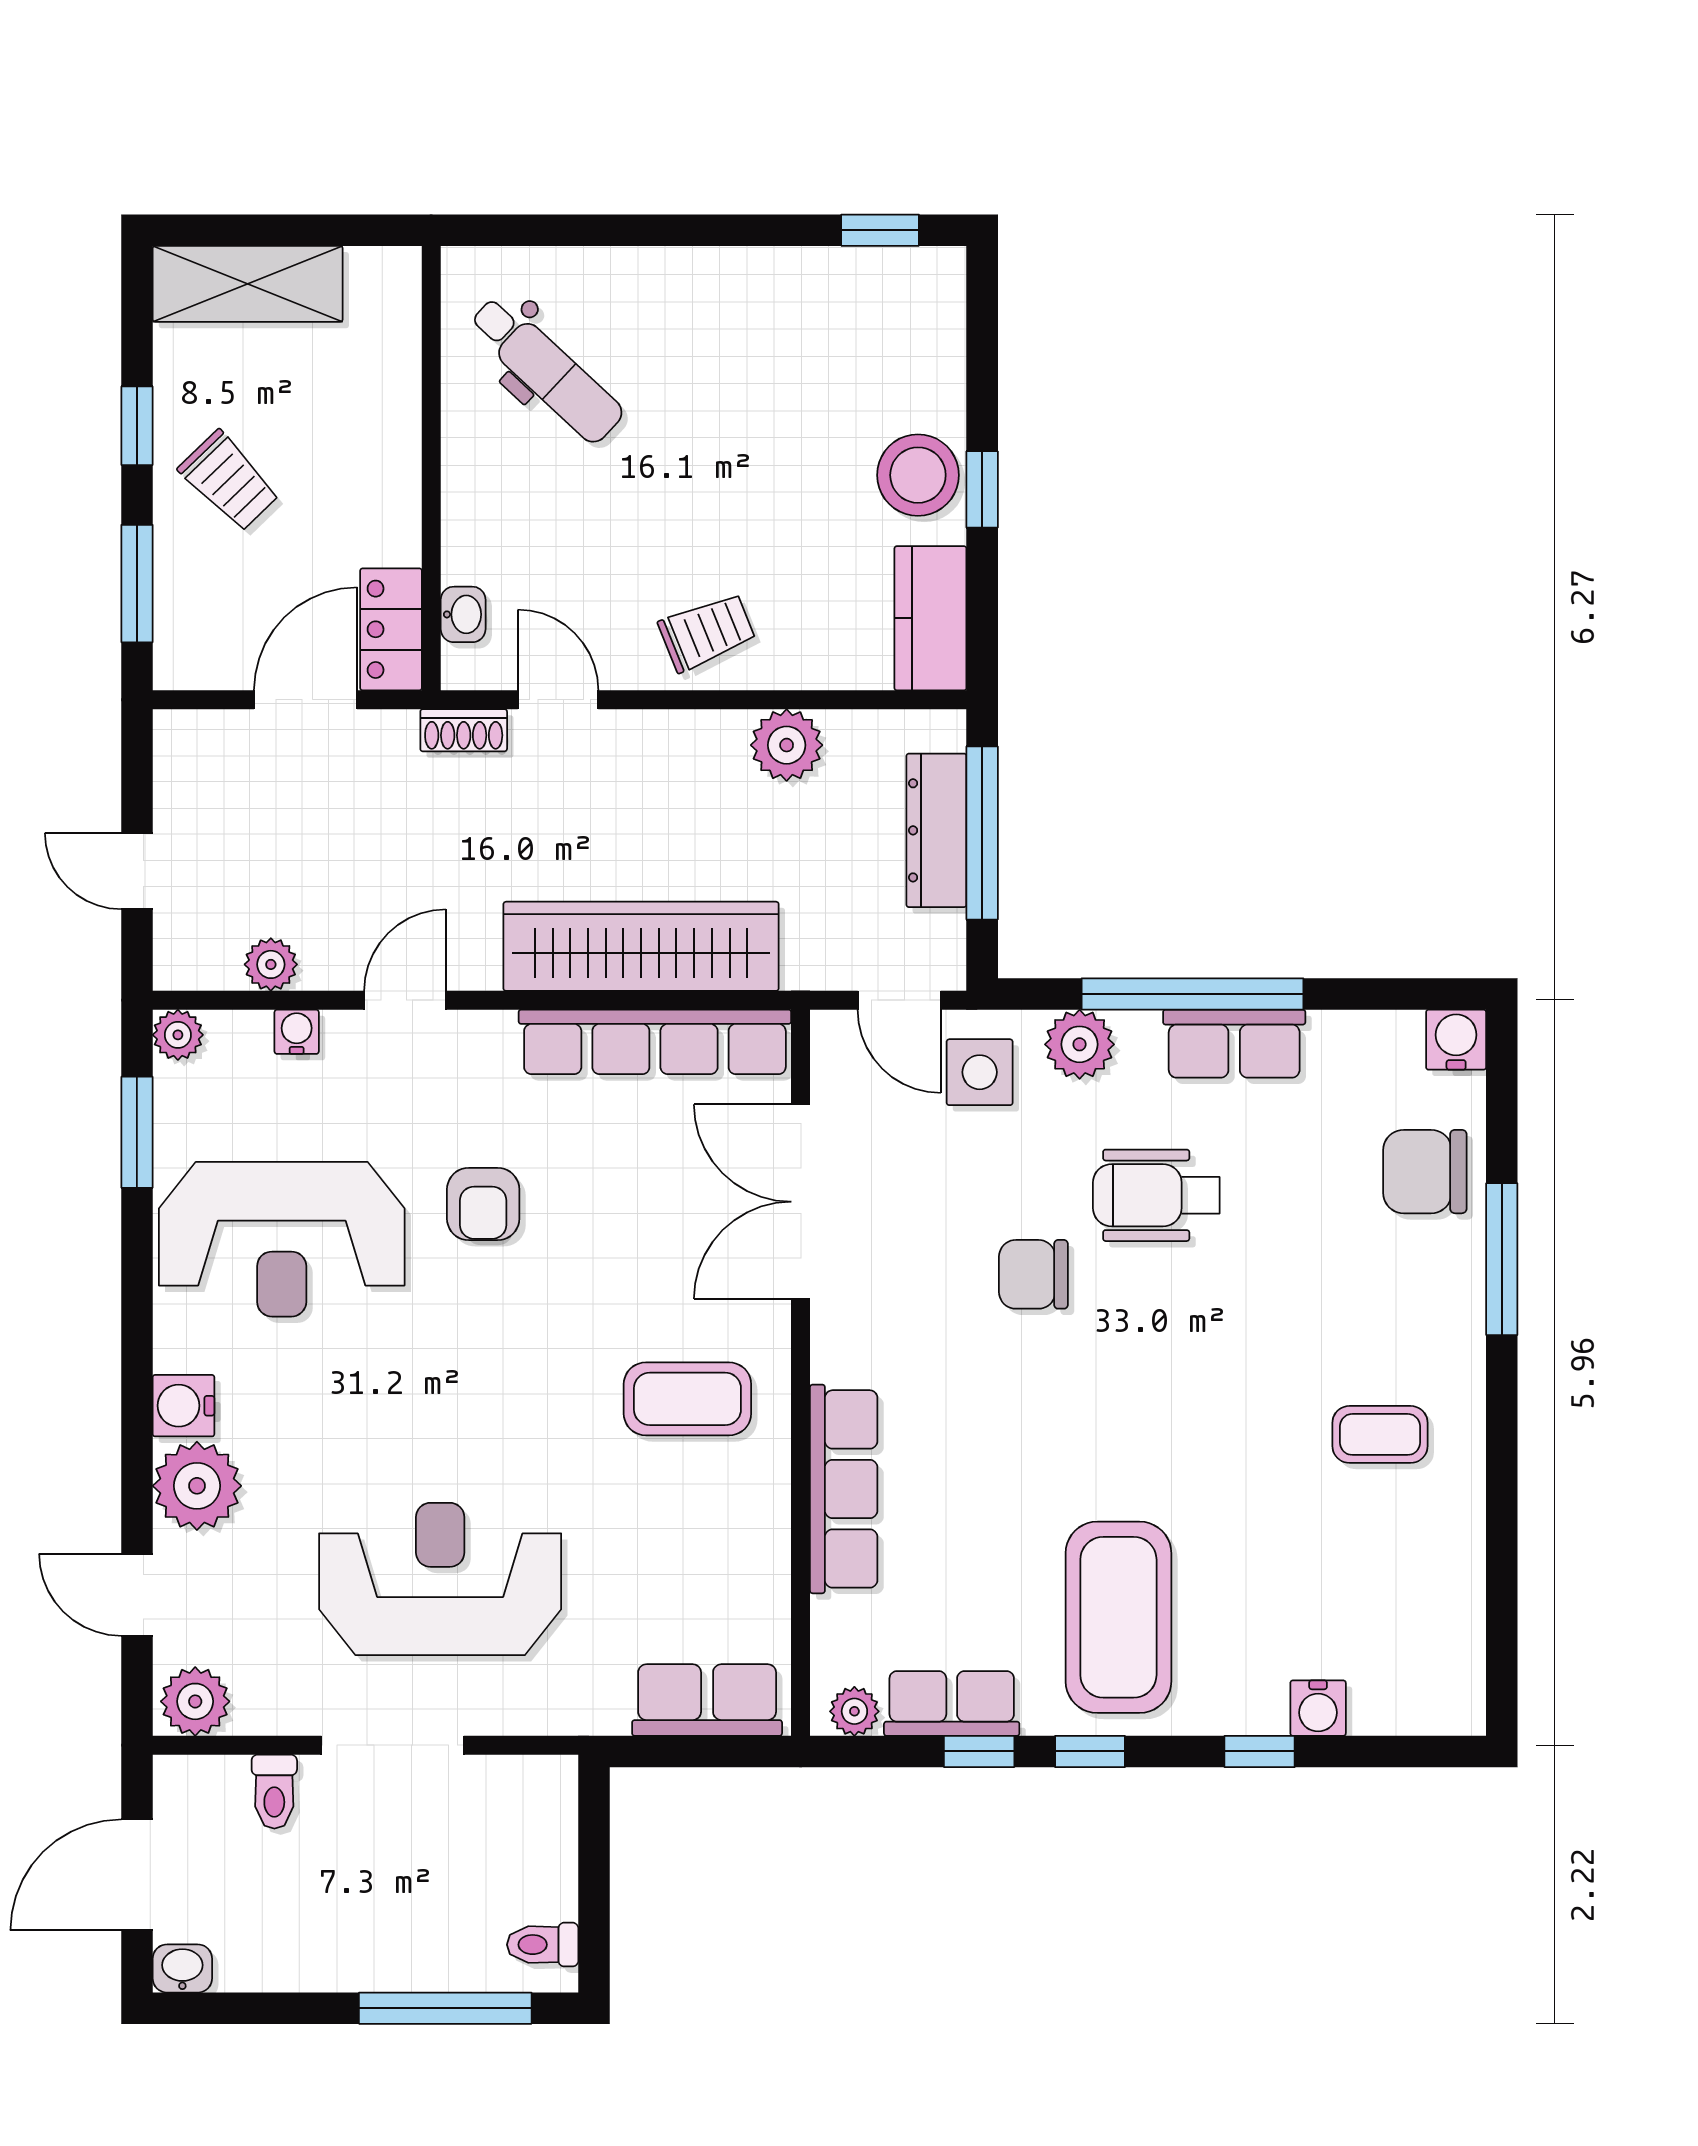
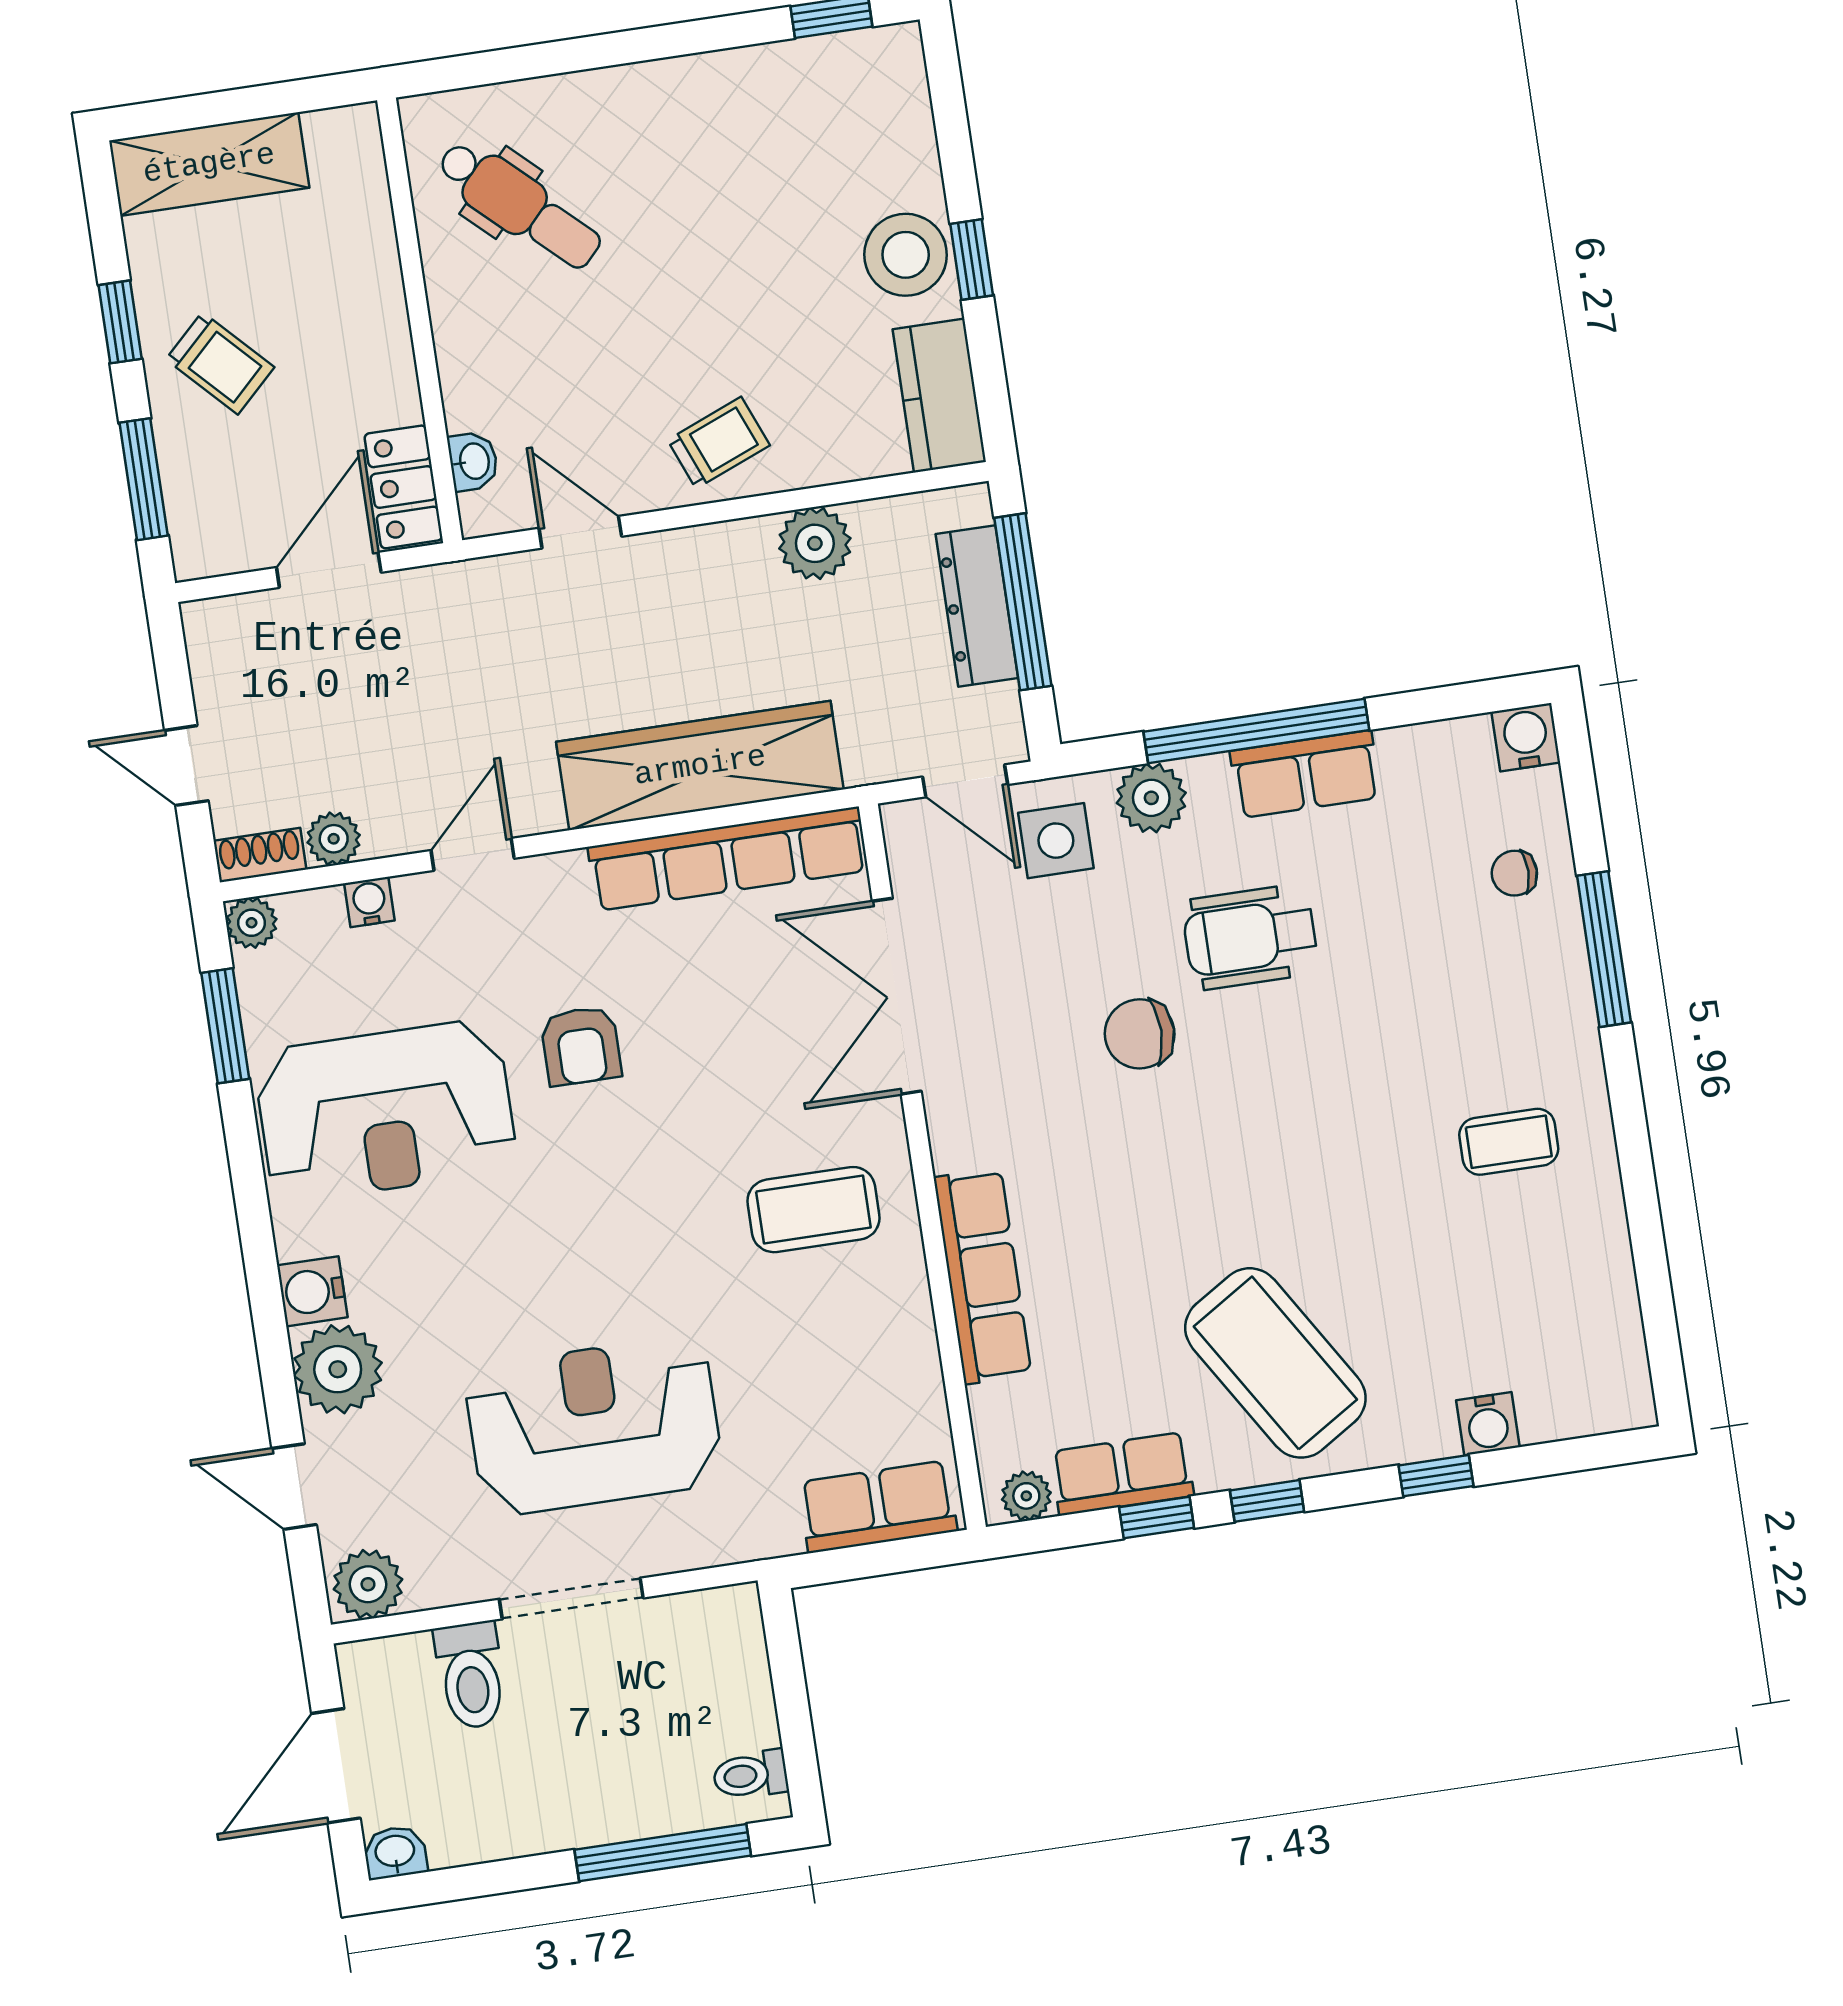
shoe rack: (464, 730) -> (260, 855), moved, turned 180
chair: (1425, 1172) -> (1514, 873), width x0.54, depth x0.54
coffee table: (1118, 1617) -> (1275, 1363), turned -32
toilet: (274, 1792) -> (471, 1675), width x1.37, depth x1.39

